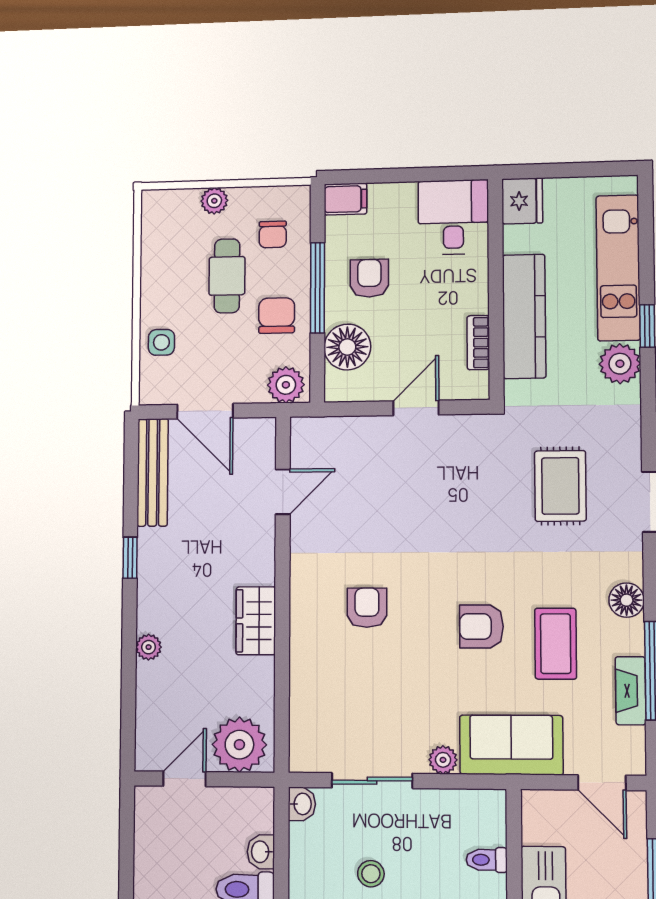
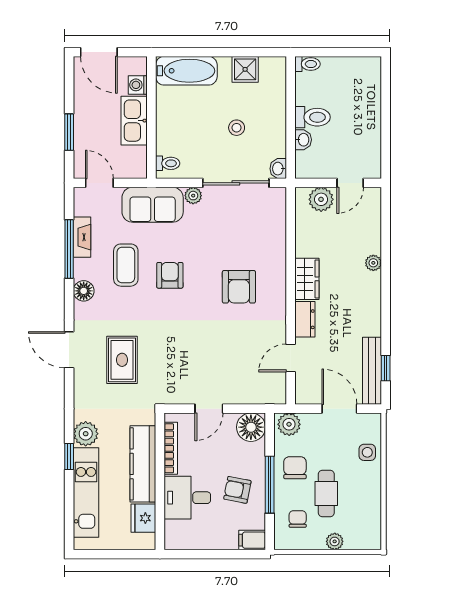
fridge: (522, 201) -> (143, 518), moved
desk: (453, 217) -> (187, 498), moved, turned 90
armchair: (369, 278) -> (237, 490), turned 101
chair: (277, 316) -> (295, 468), turned 180
bookcase: (478, 343) -> (171, 448), width x1.56
floor lamp: (347, 347) -> (251, 427), moved
dresser: (259, 555) -> (305, 319), added
window: (130, 558) -> (386, 368), moved
armchair: (367, 608) -> (239, 287), width x1.38, depth x1.38
armchair: (481, 627) -> (170, 275), turned -90
plant: (239, 745) -> (321, 199), width x0.73, depth x0.73
sliding door: (372, 781) -> (236, 183), width x1.37
toilet: (487, 860) -> (168, 163), moved

